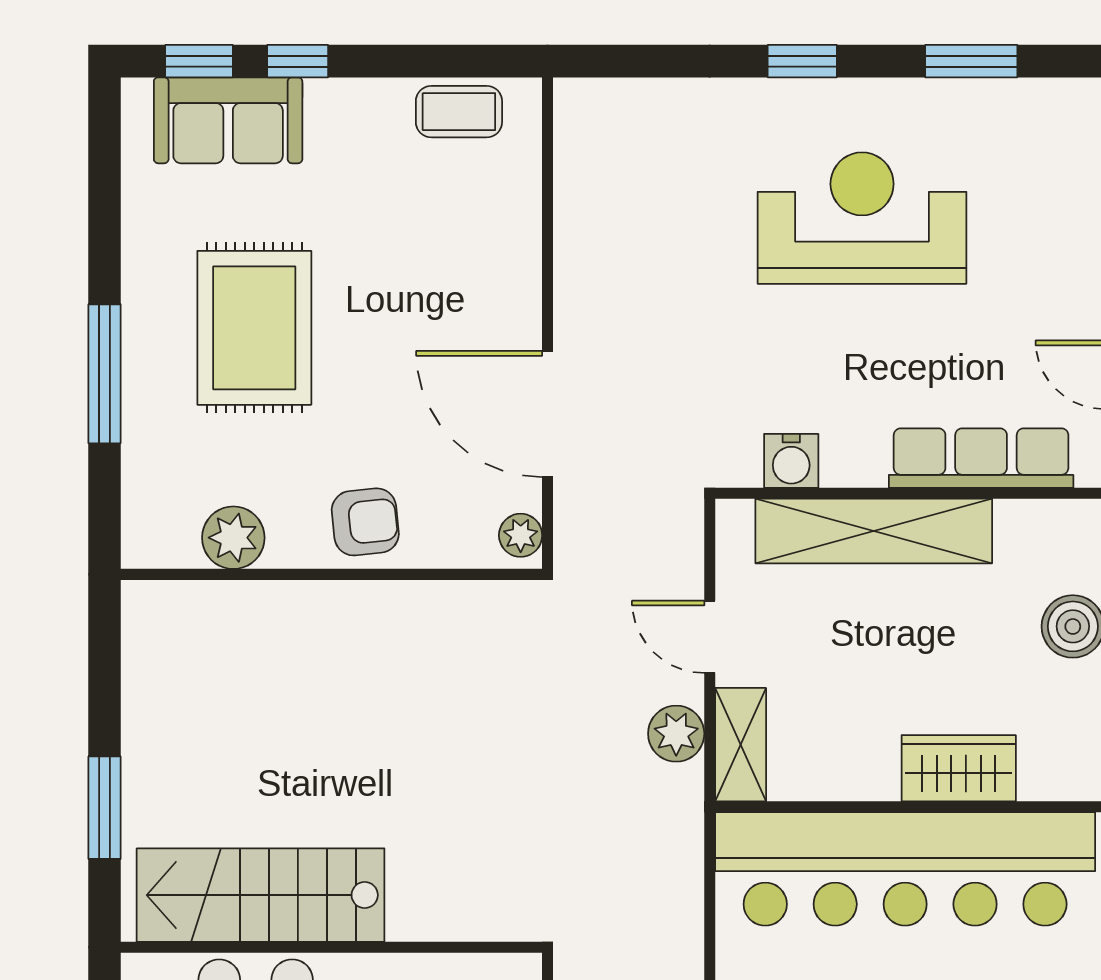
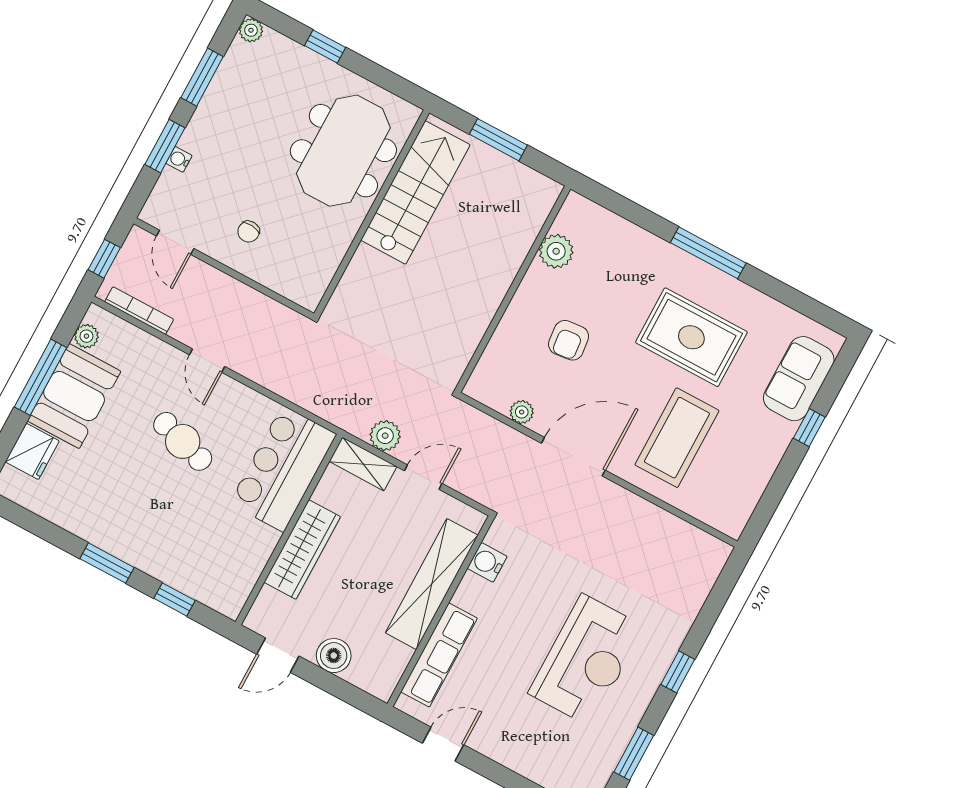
window: (199, 61) -> (835, 380), removed
coffee table: (459, 112) -> (677, 438), moved, width x1.86, depth x1.72
plant: (233, 538) -> (556, 251), moved
wall: (331, 574) -> (513, 289), moved
wardrobe: (959, 768) -> (302, 550), width x1.50
bar counter: (905, 869) -> (283, 469), width x0.54

